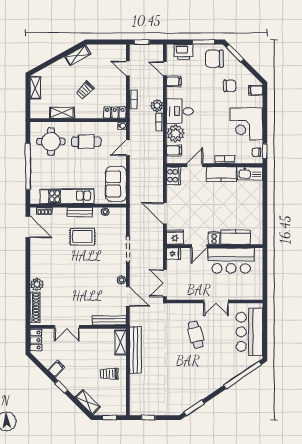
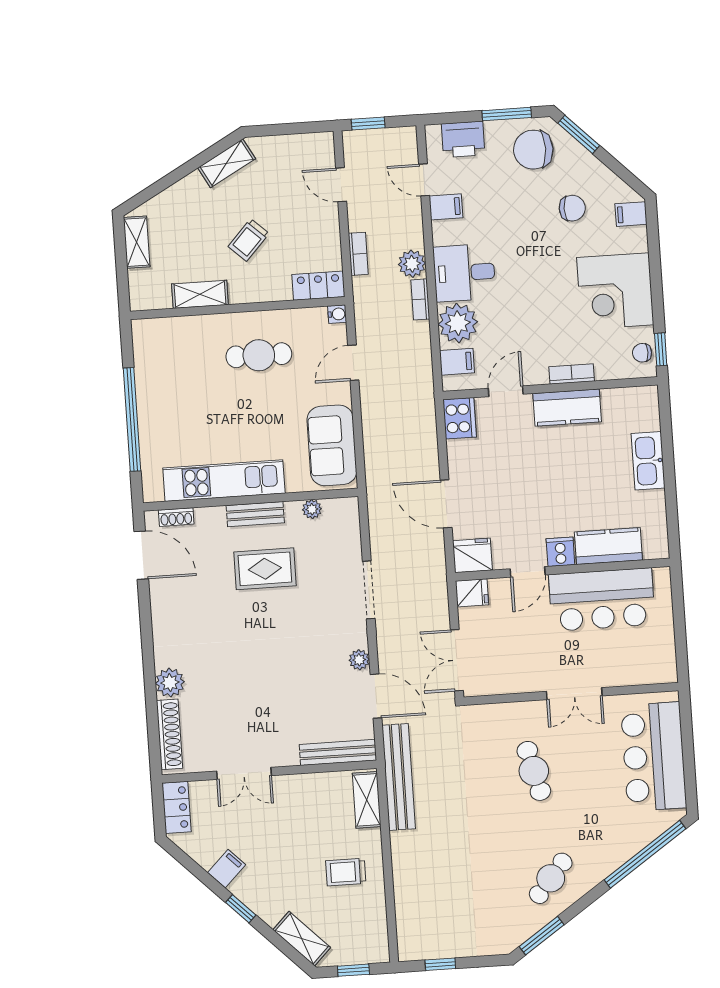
round table: (51, 142) -> (180, 360), removed
kitchen sink: (250, 174) -> (648, 461), moved, turned 90
bench: (135, 350) -> (399, 777), moved
cafe table: (200, 383) -> (551, 878), added

